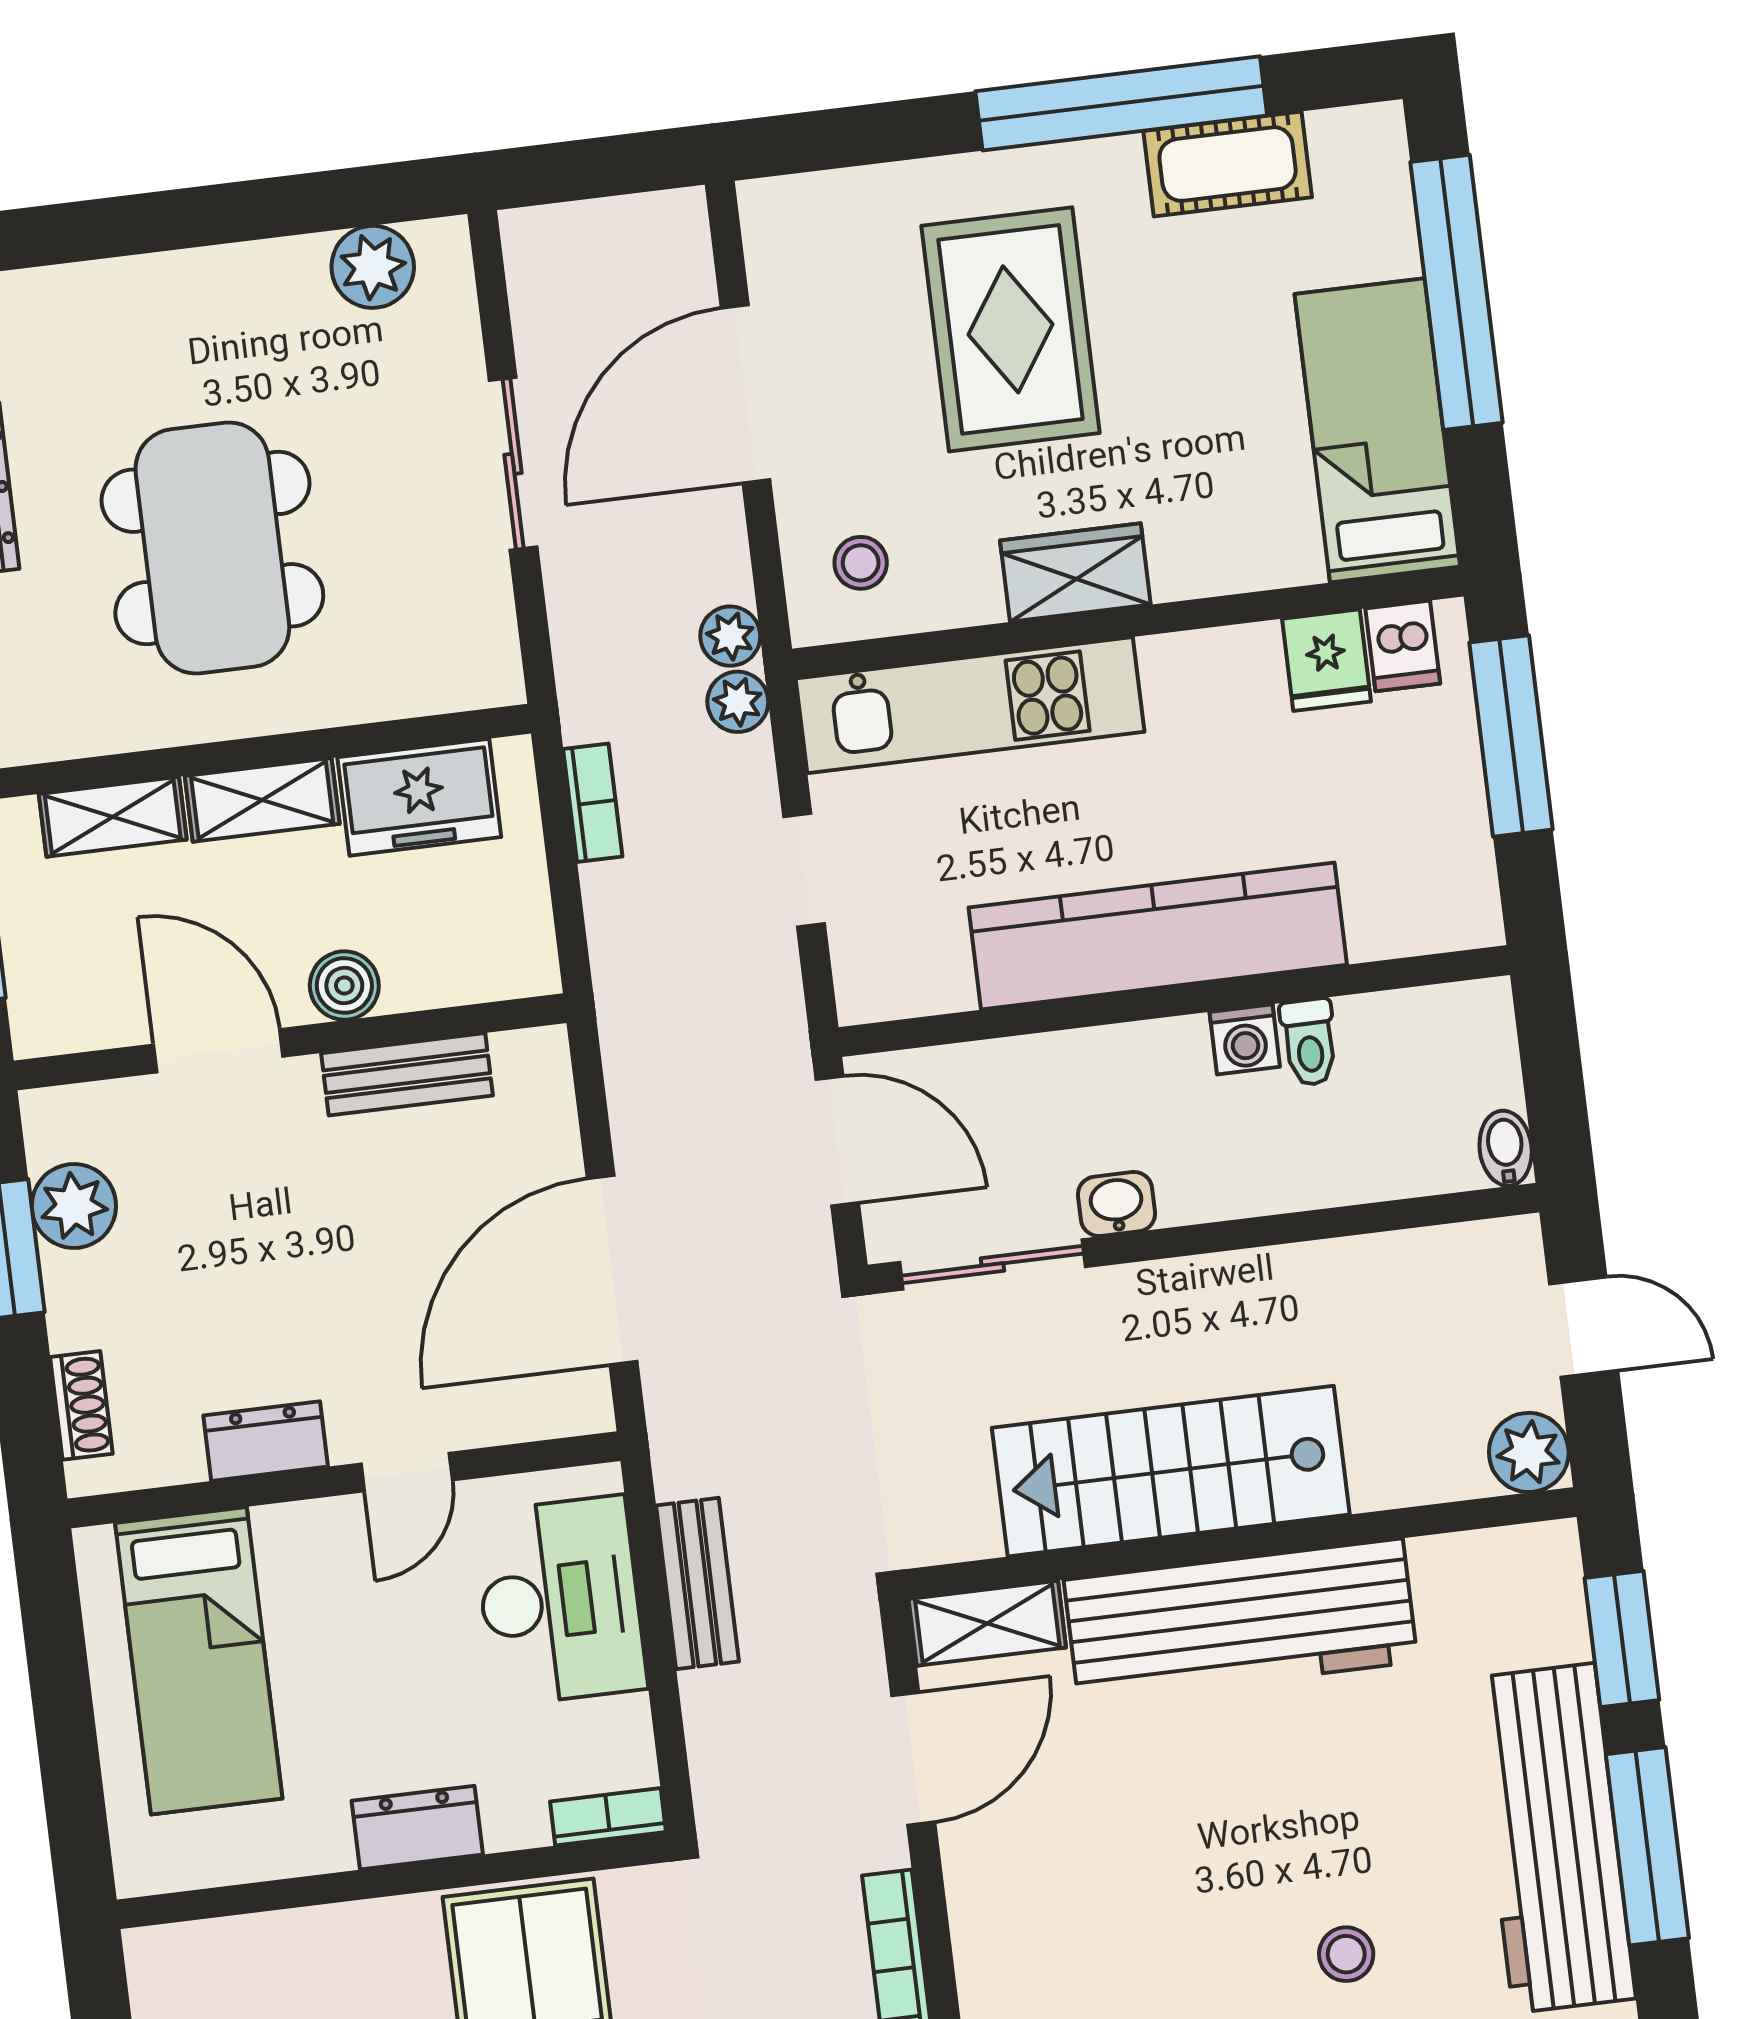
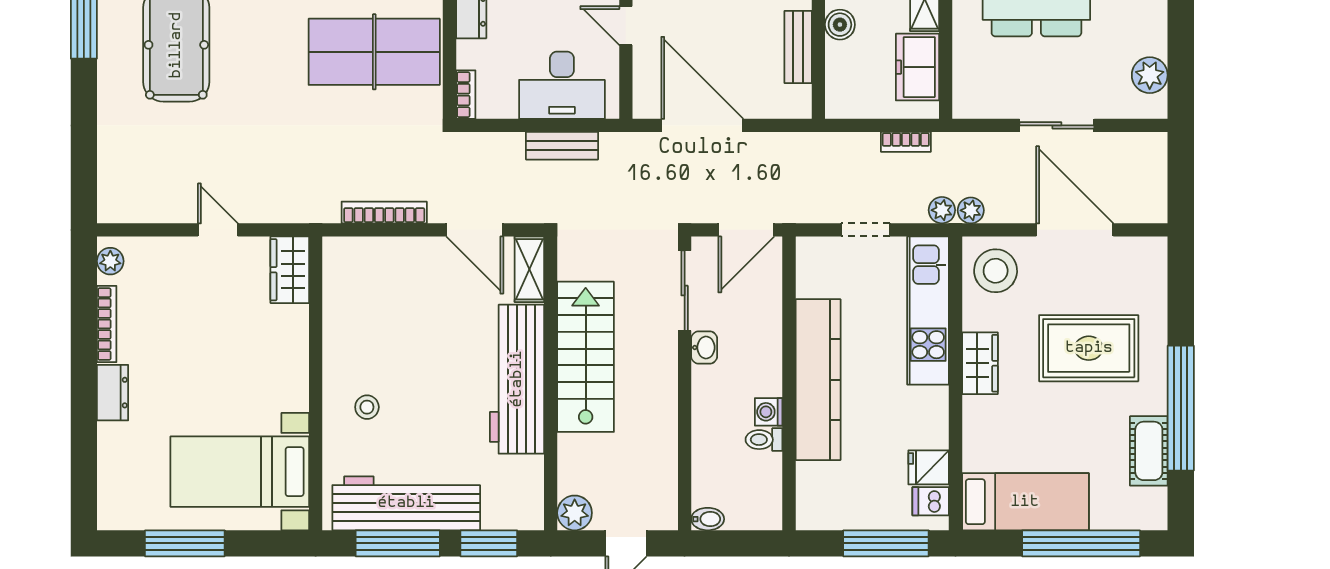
stool: (861, 563) -> (996, 271), width x1.89, depth x1.89

